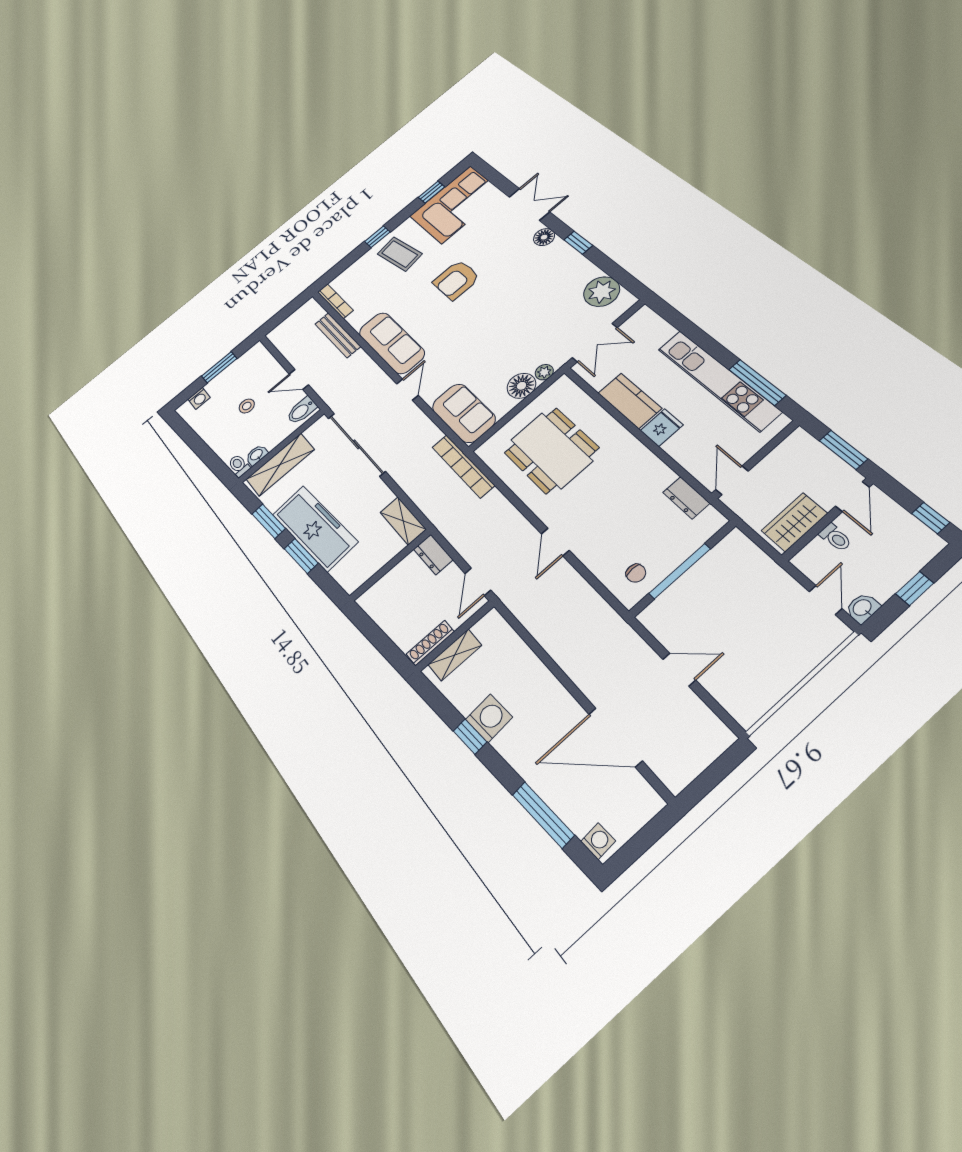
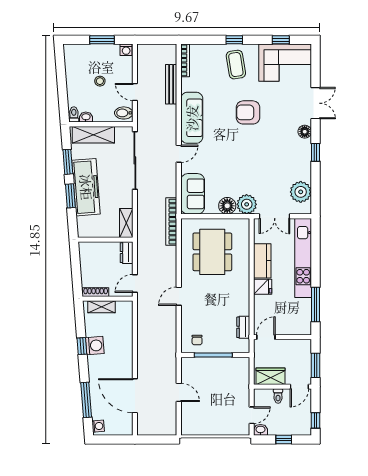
plant: (544, 372) -> (247, 204), width x1.88, depth x1.88
kitchen unit: (718, 380) -> (303, 258), moved
washing machine: (199, 398) -> (126, 50), moved

